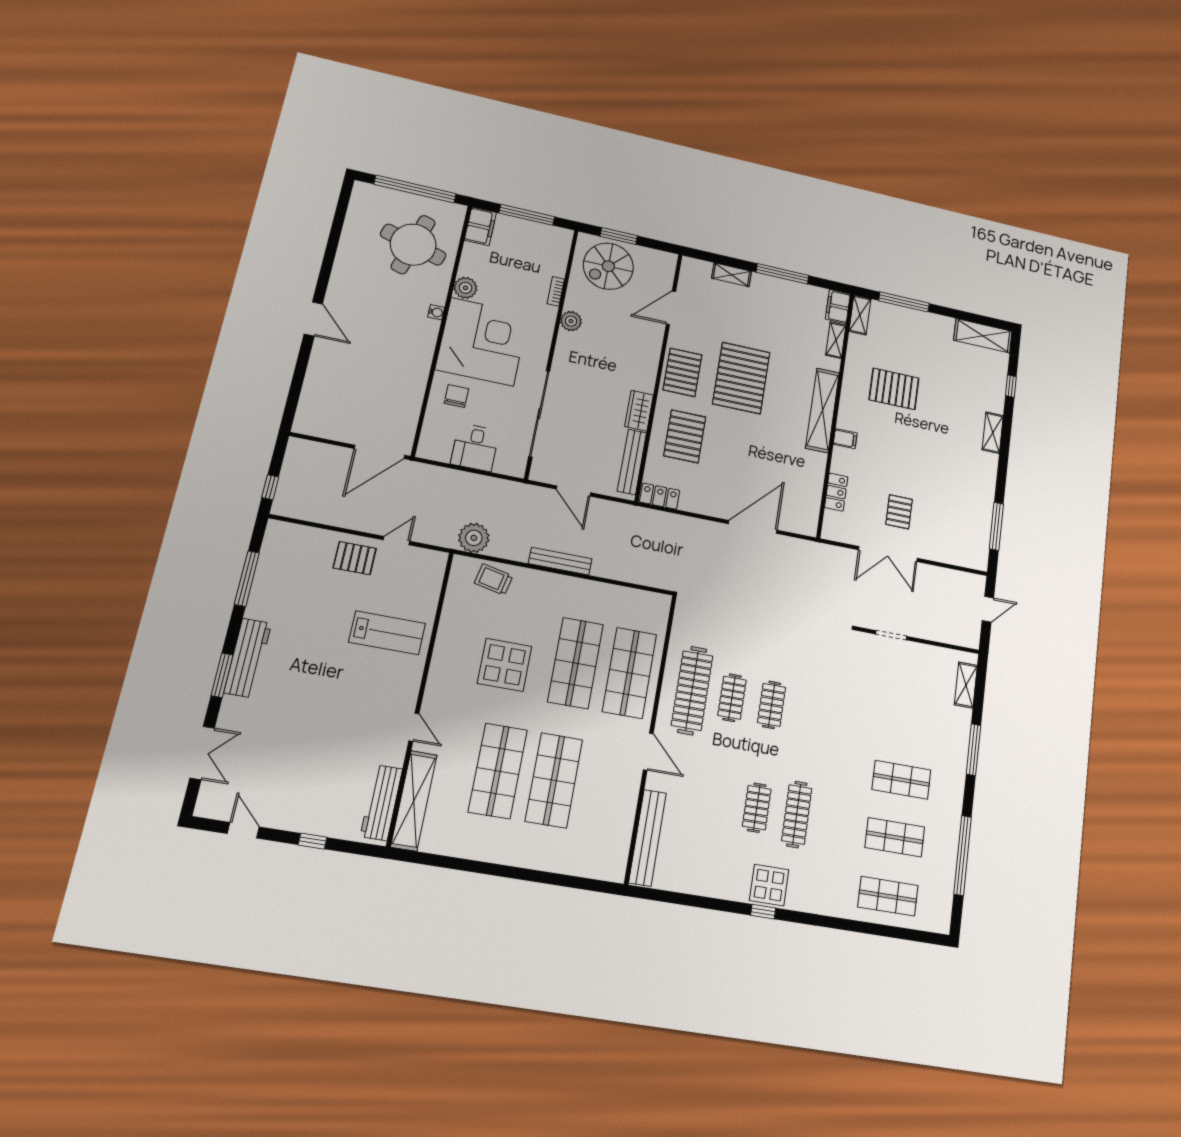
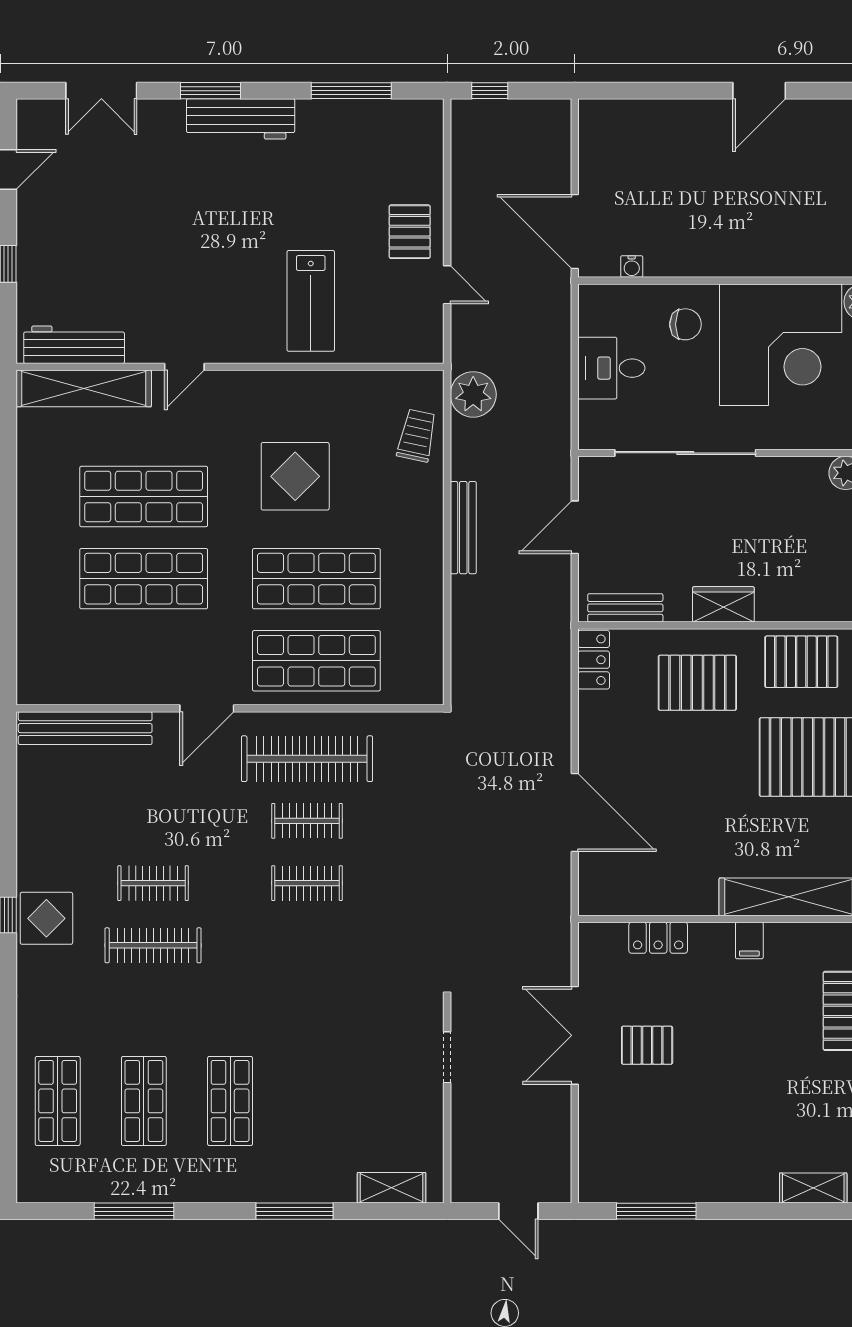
water cooler: (436, 312) -> (632, 266), moved
bench: (632, 462) -> (625, 608), width x0.73
window: (963, 855) -> (134, 1211), width x0.68

